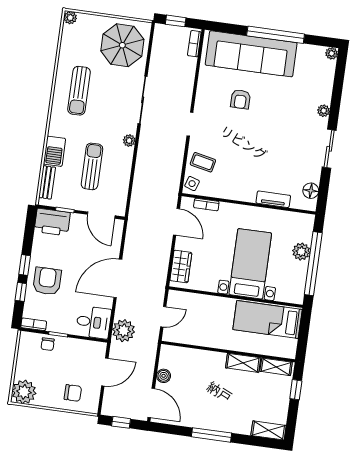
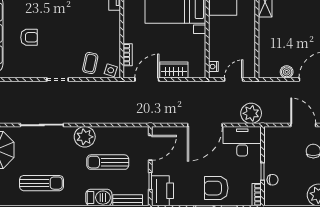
plant: (129, 140) -> (85, 137), width x1.88, depth x1.88
wardrobe: (181, 267) -> (174, 70), moved
door: (118, 278) -> (205, 125), hinge flipped
nightstand: (180, 296) -> (213, 67), added
door: (163, 317) -> (234, 79), hinge flipped
desk: (94, 322) -> (242, 141), width x1.37
door: (105, 372) -> (303, 125), moved

